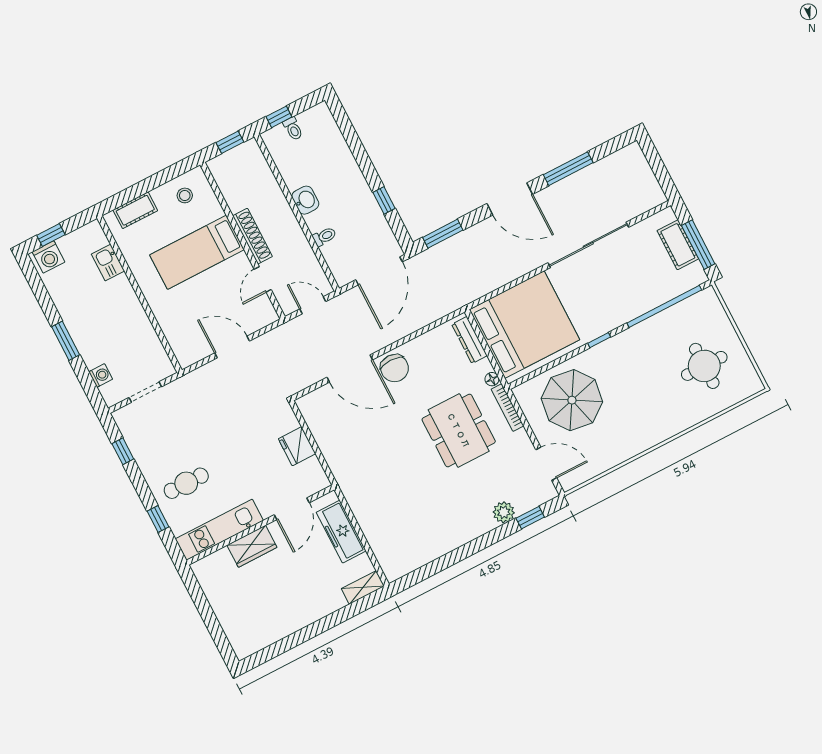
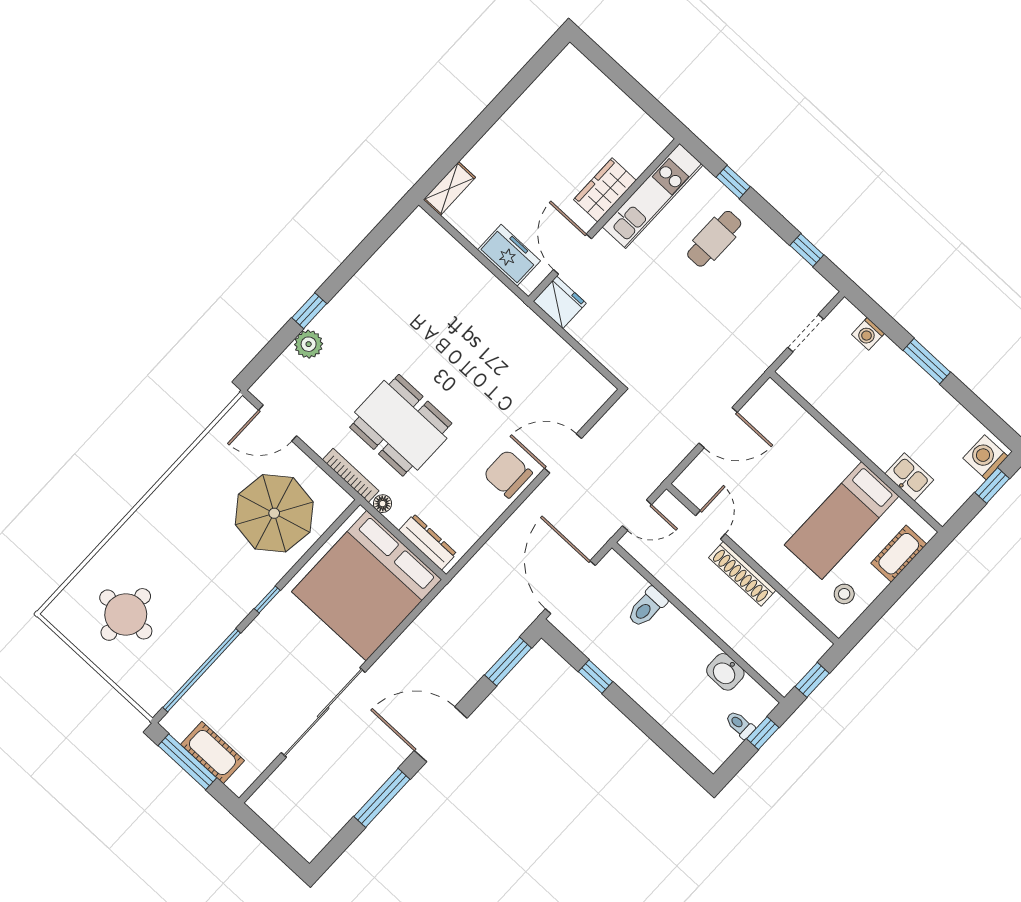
washbasin: (305, 200) -> (725, 672), moved
toilet: (324, 237) -> (647, 607), width x1.37, depth x1.39
bed: (197, 252) -> (842, 521), moved, turned 180
door: (350, 369) -> (563, 453), width x0.73
fridge: (297, 446) -> (560, 302), moved
window: (530, 518) -> (309, 311), moved
freezer: (341, 532) -> (509, 255), width x0.71

